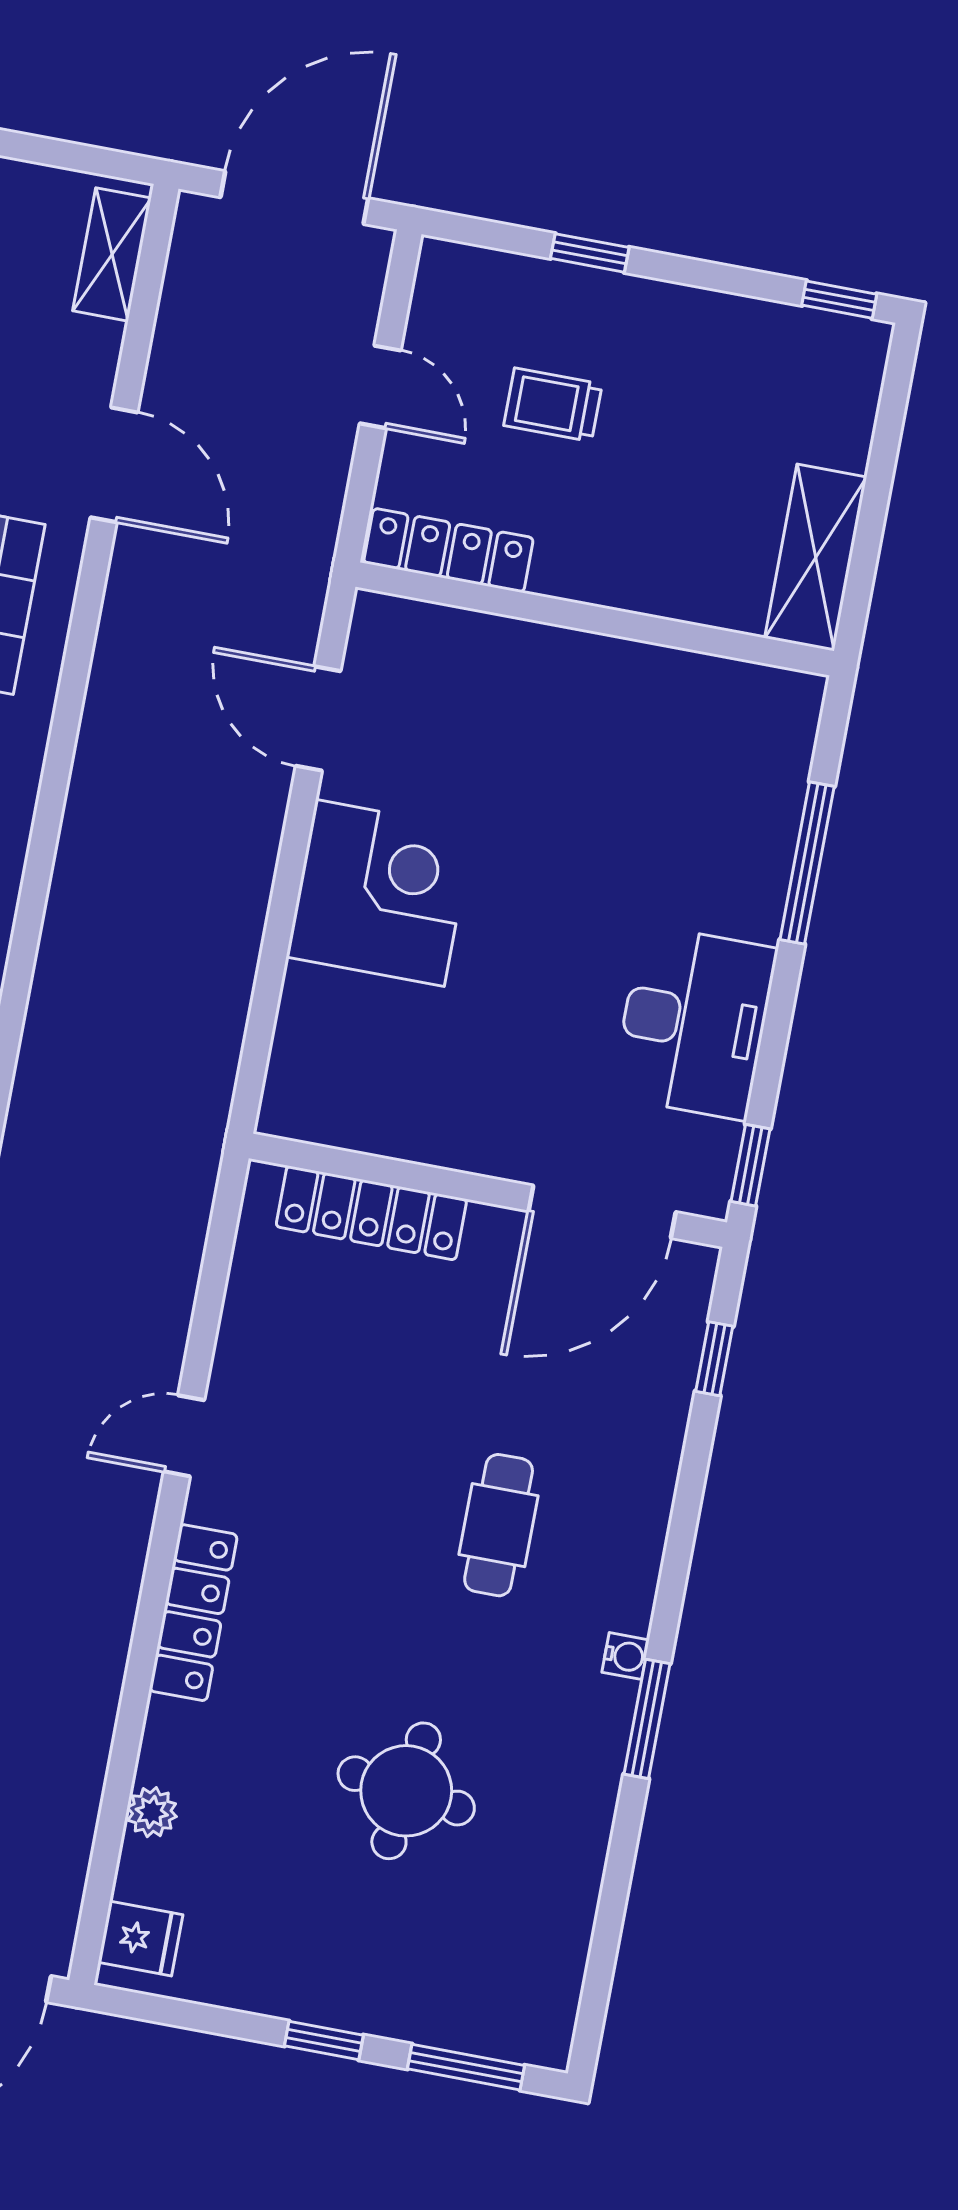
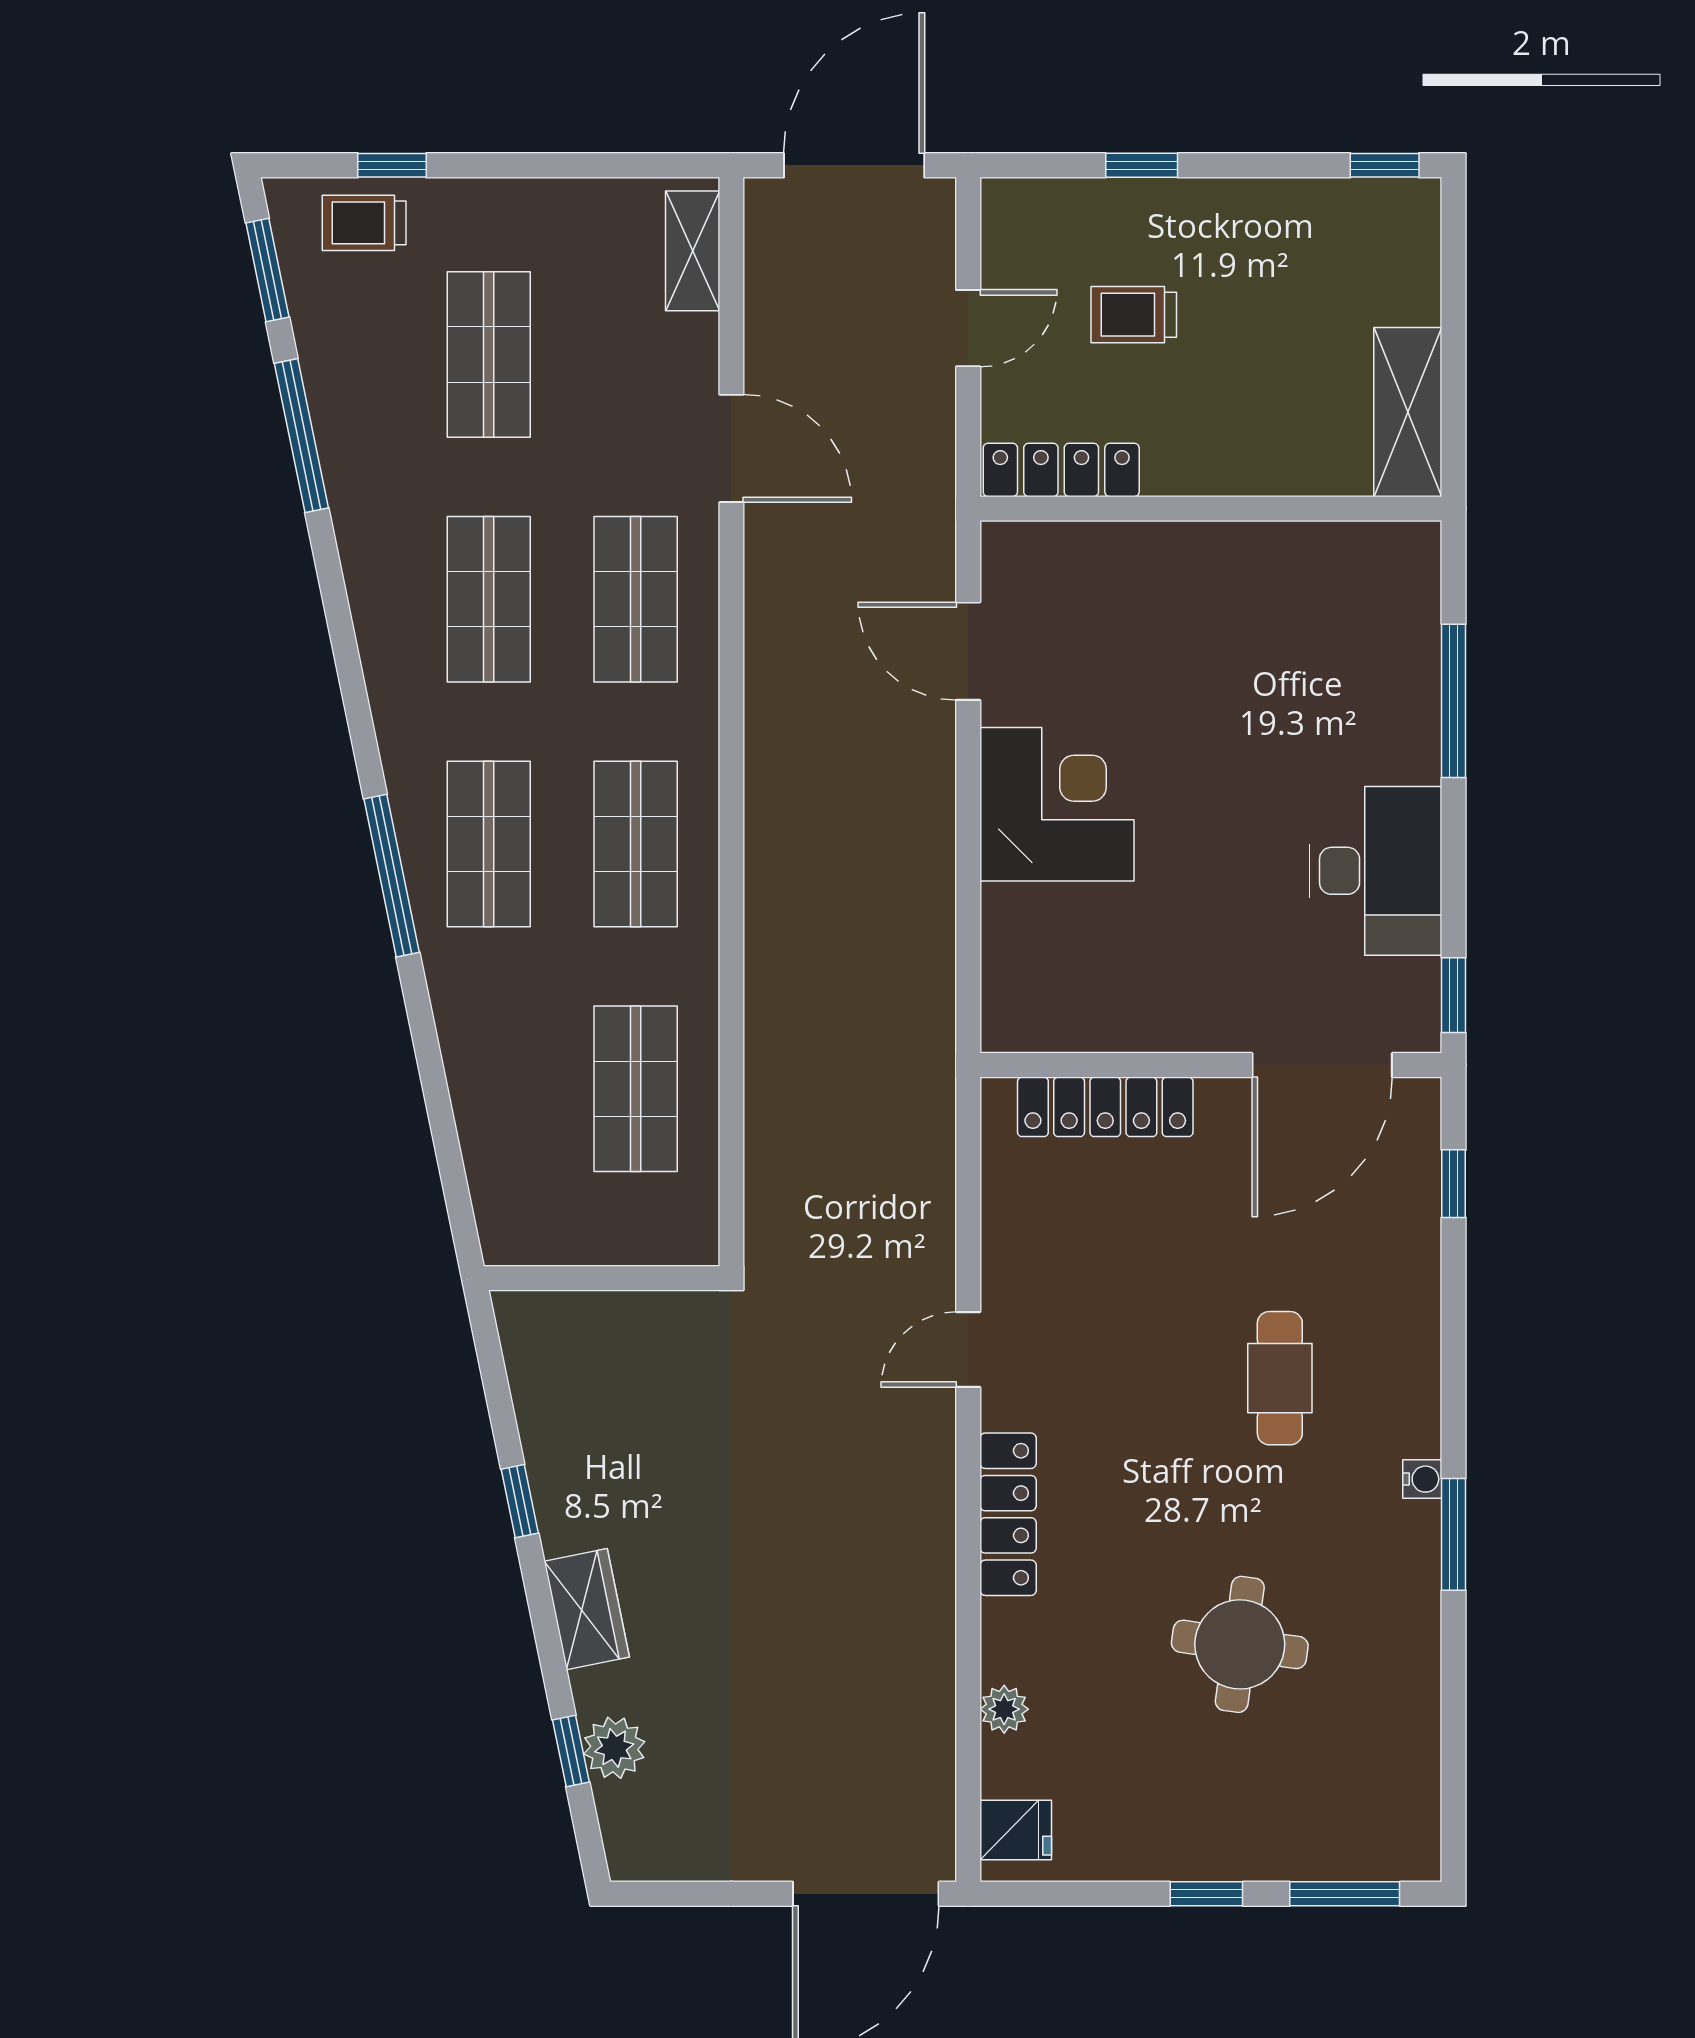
door: (380, 387) -> (968, 328), hinge flipped

